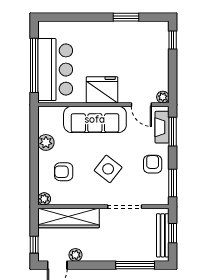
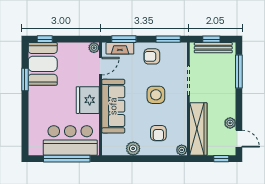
booth: (144, 38) -> (43, 64), added
side table: (108, 169) -> (156, 95), turned -38

